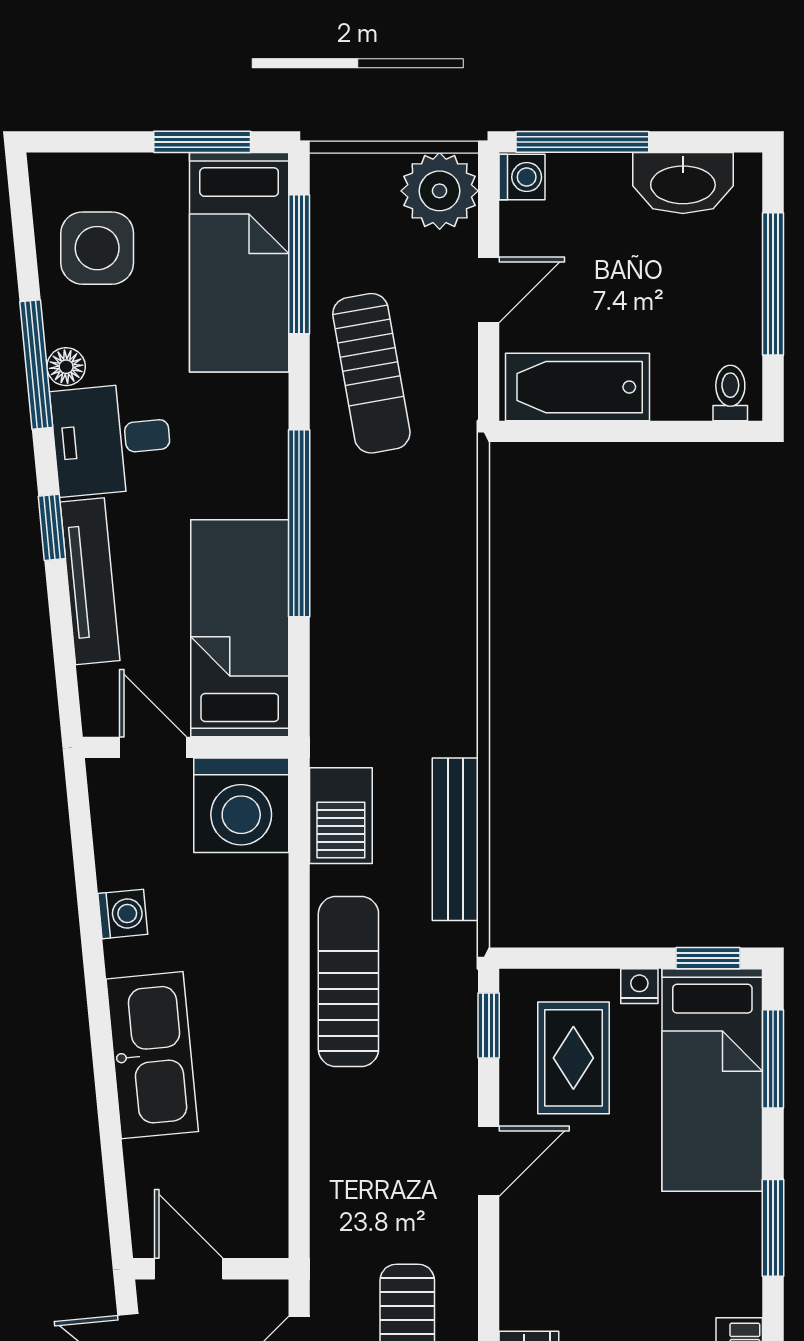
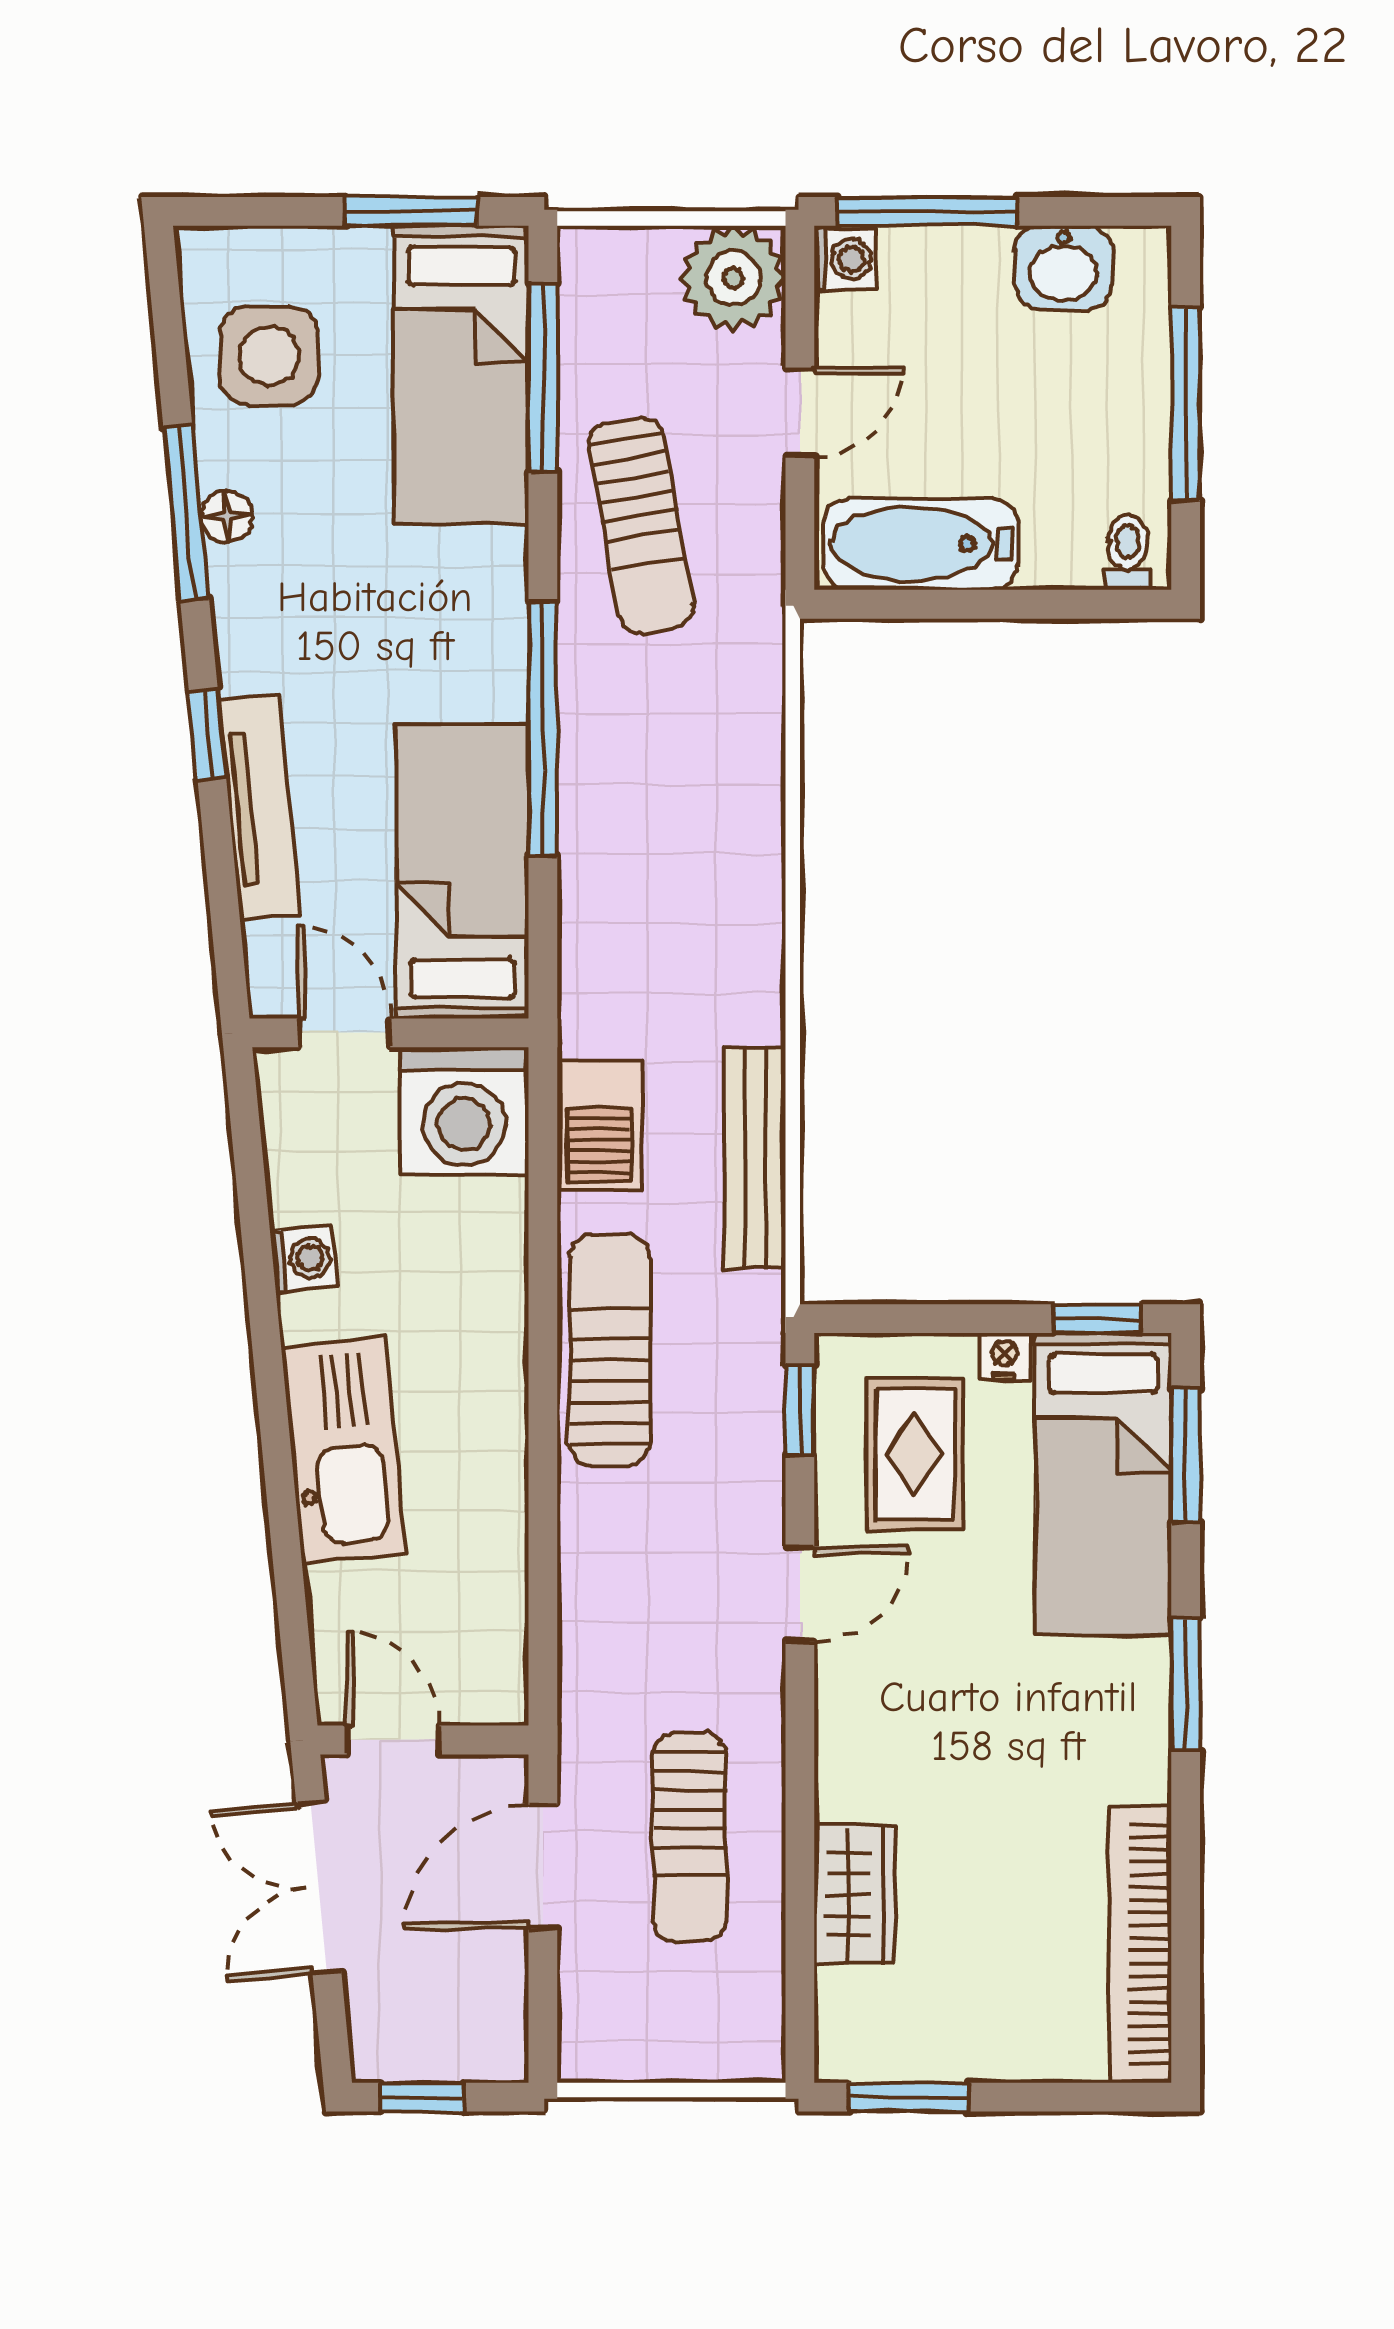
washbasin: (683, 183) -> (1064, 267), width x0.72
desk: (112, 439) -> (289, 615), removed

